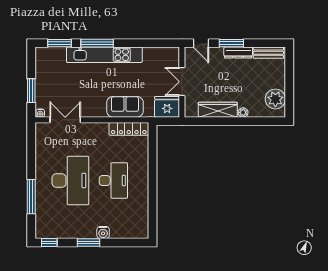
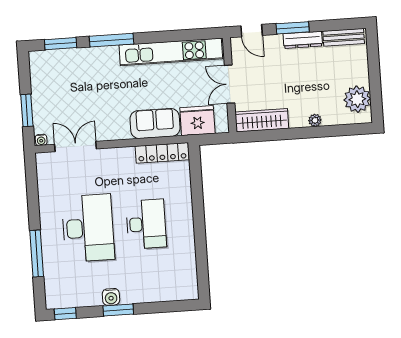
kitchen unit: (104, 55) -> (171, 52), moved
fridge: (167, 107) -> (197, 121), moved
wardrobe: (218, 110) -> (262, 120), moved
water cooler: (103, 232) -> (111, 297), moved

